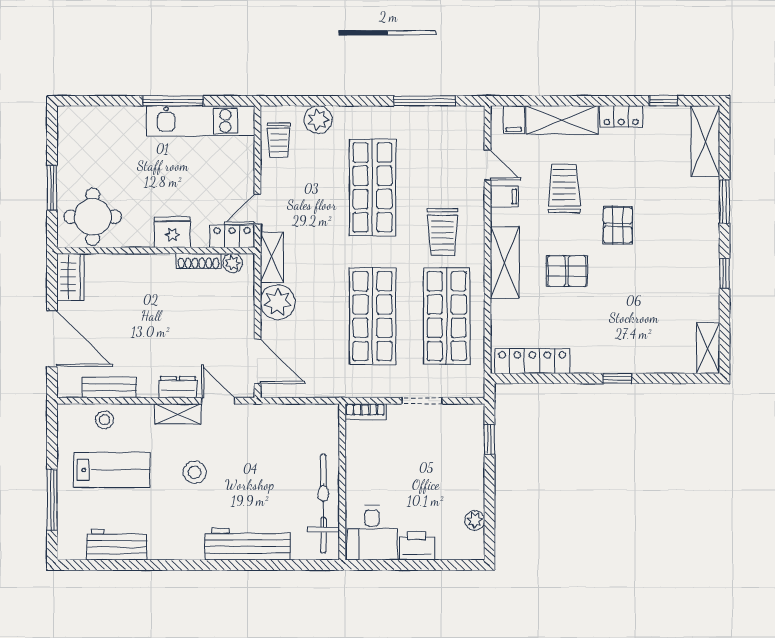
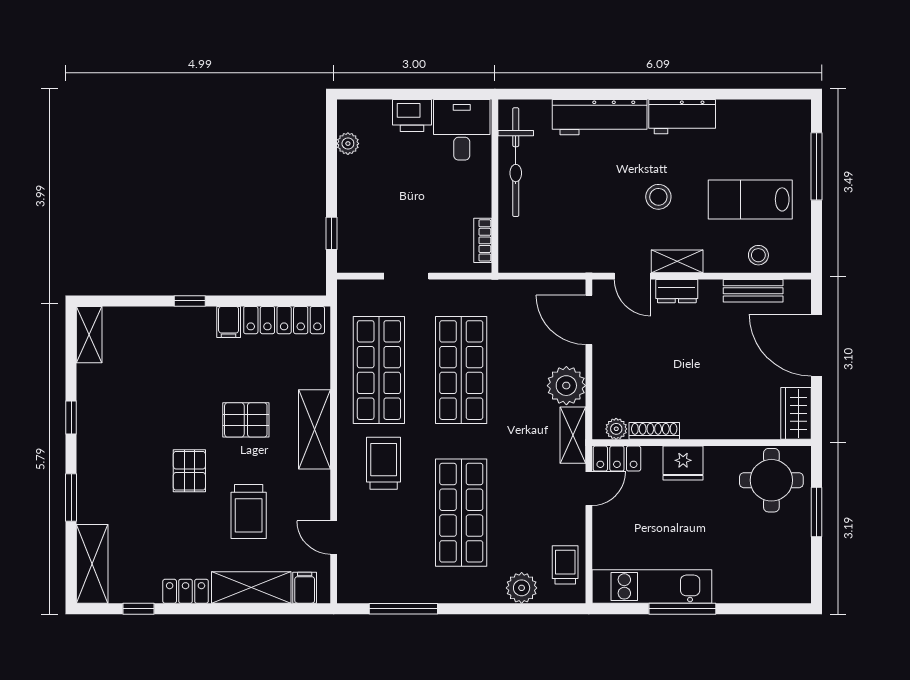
filing cabinet: (505, 197) -> (229, 322), moved, turned -90
bookcase: (365, 412) -> (483, 240), moved, turned -90
workbench: (117, 545) -> (682, 117), moved

